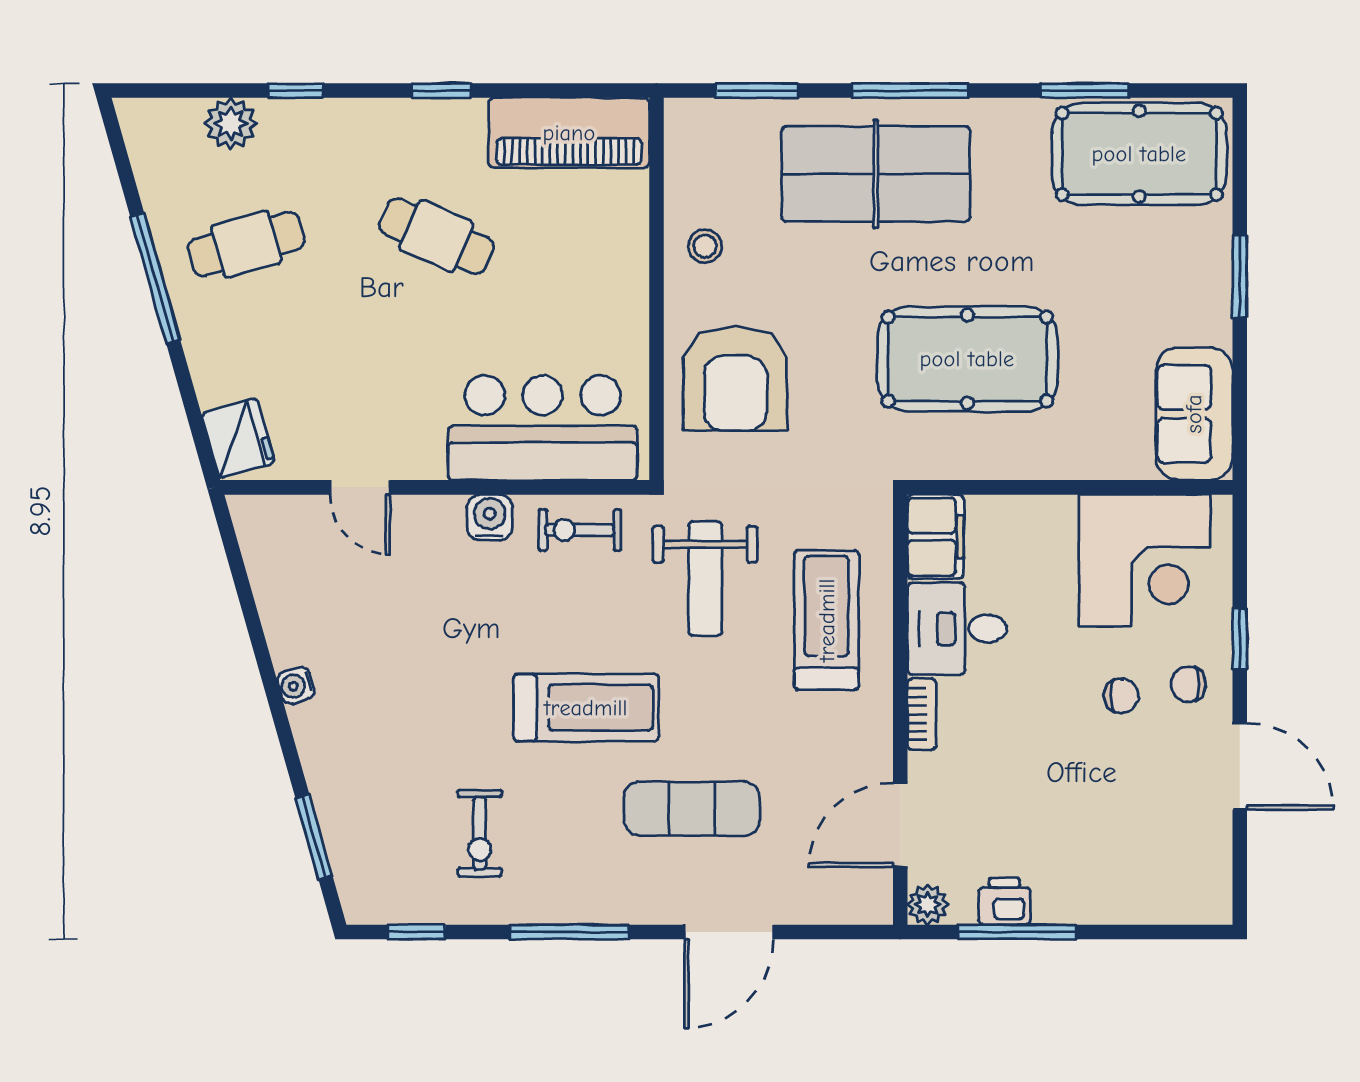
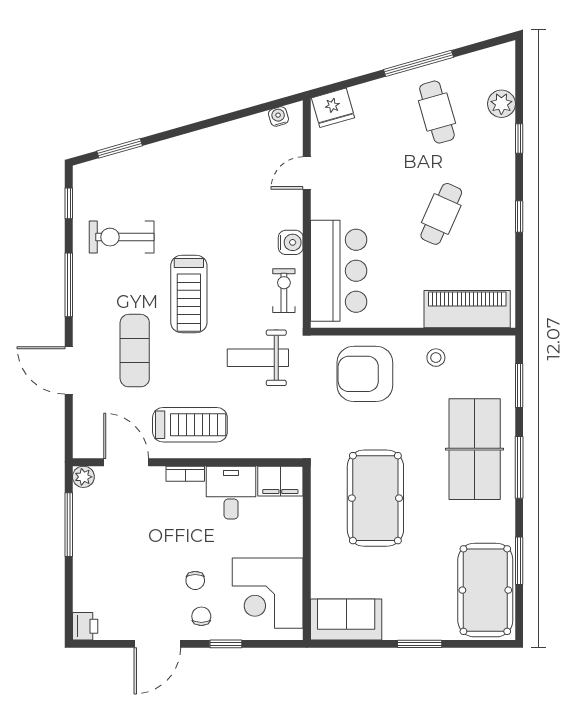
piano: (569, 133) -> (467, 309), moved, turned 90
treadmill: (827, 620) -> (190, 425), moved
water cooler: (296, 685) -> (278, 117), moved
exercise bike: (480, 833) -> (122, 237), width x1.38, depth x1.39
printer: (1004, 901) -> (85, 626), moved

